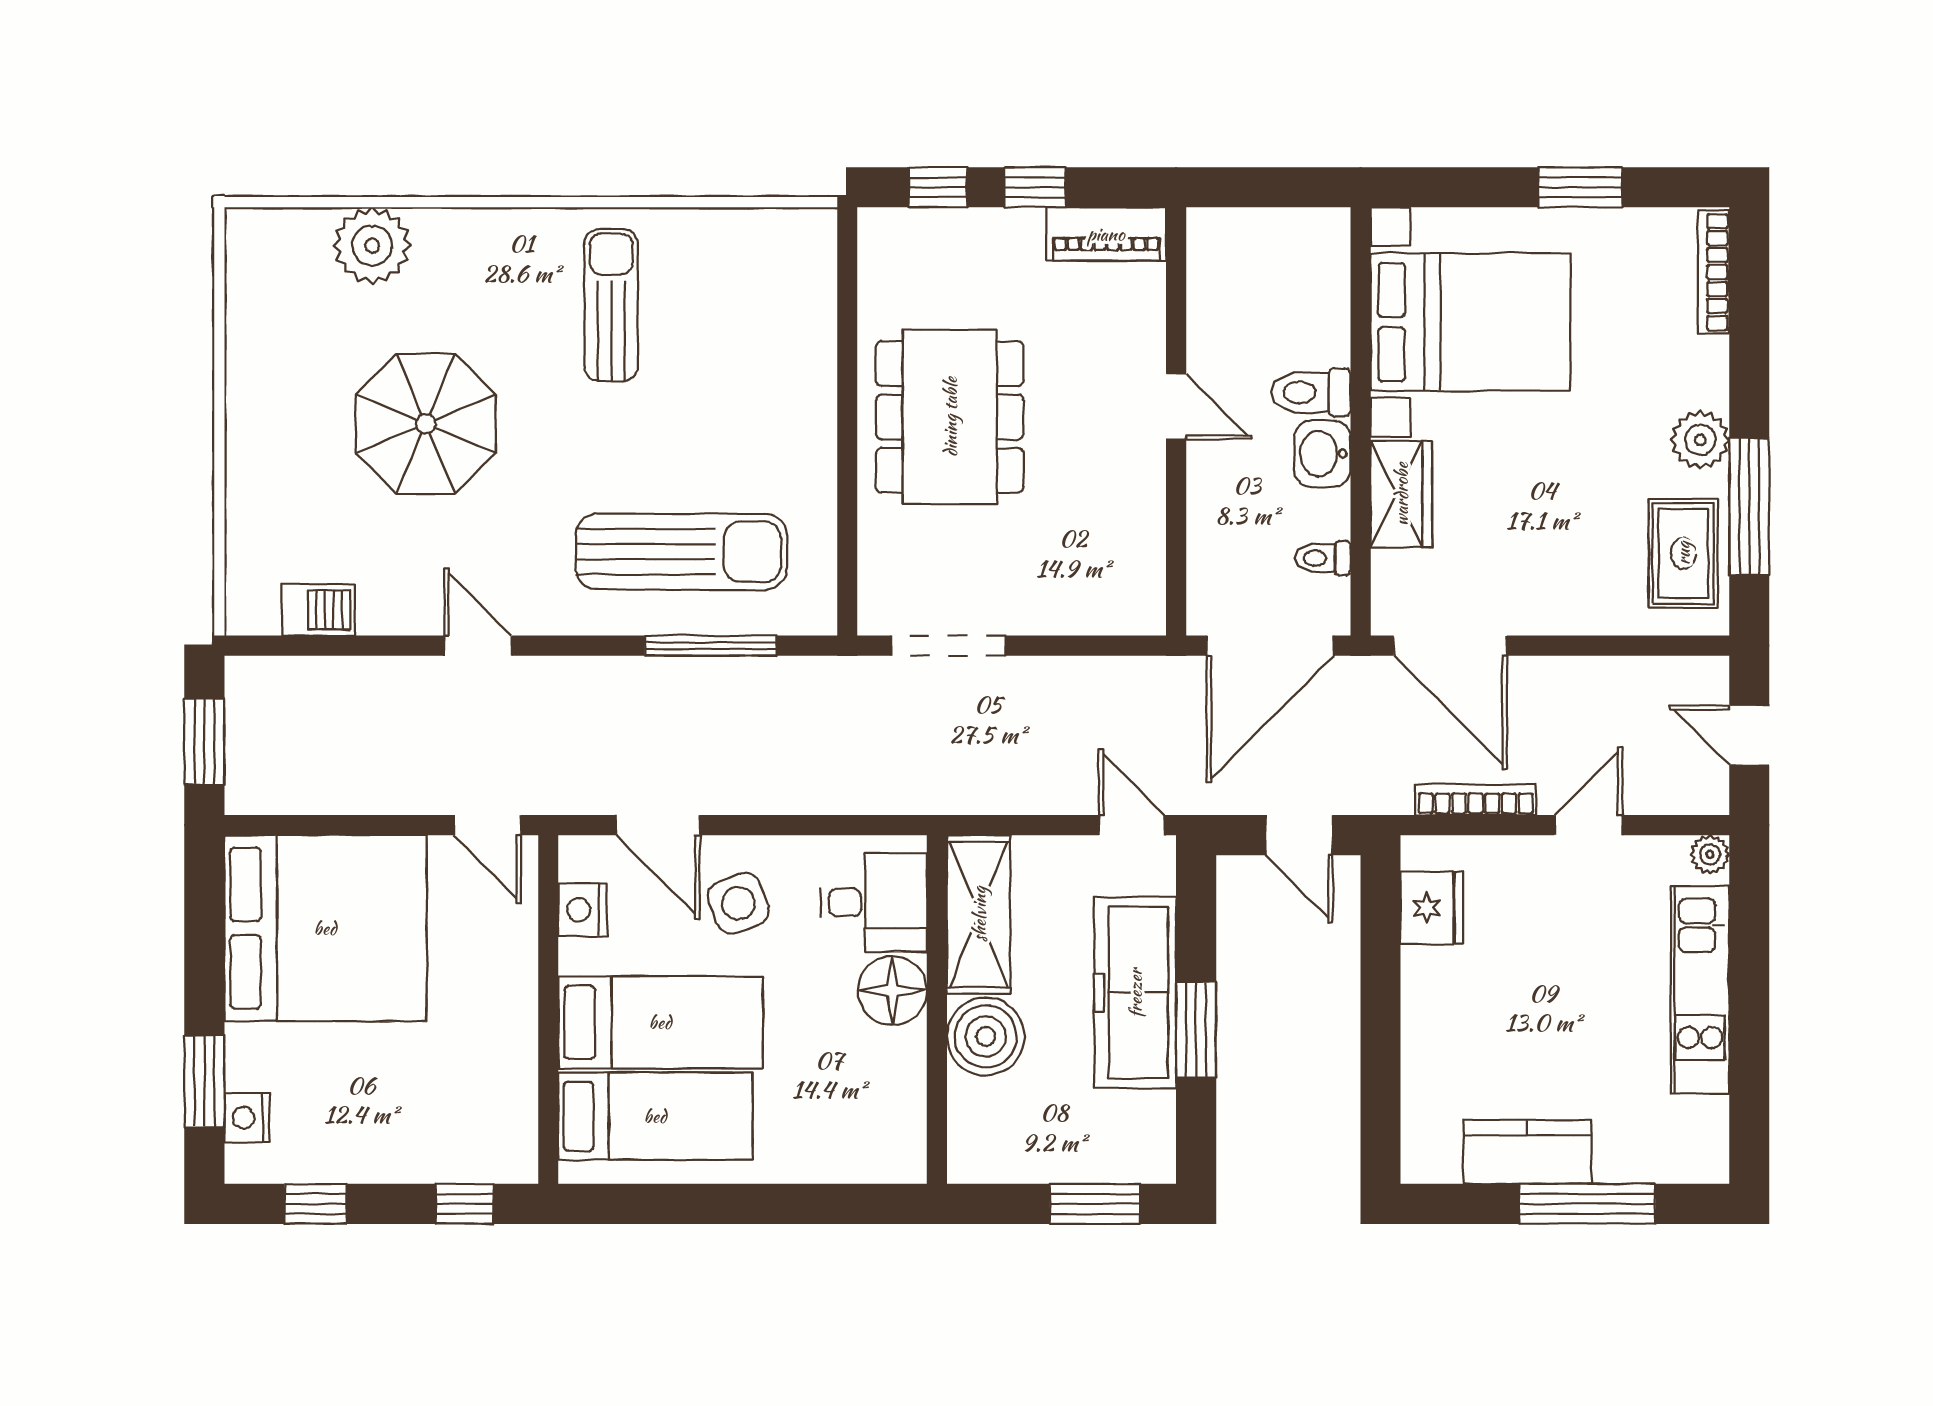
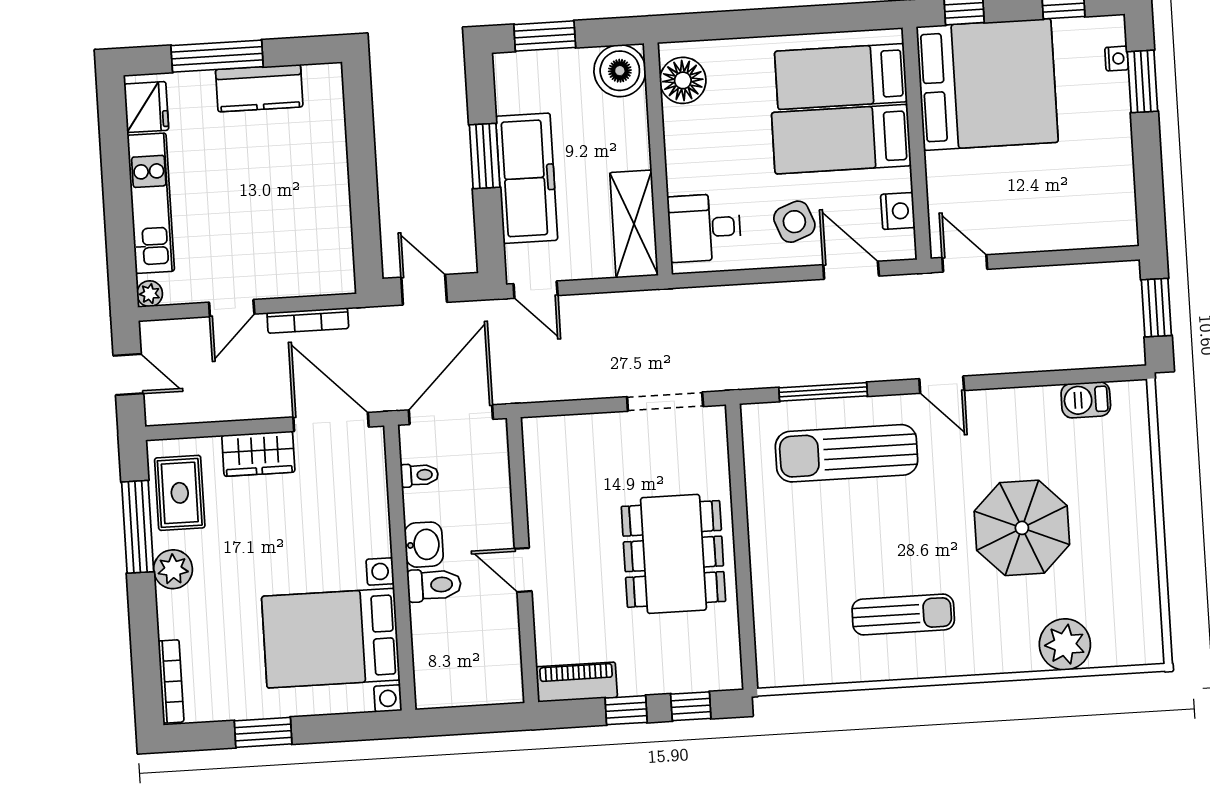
sun lounger: (611, 305) -> (903, 615), turned -90
wardrobe: (1401, 494) -> (258, 454), moved, turned -90
door: (478, 646) -> (942, 385), moved
fridge: (1432, 908) -> (146, 107), moved, turned 180
bed: (325, 928) -> (987, 84), moved, turned 180
floor lamp: (892, 990) -> (683, 80), moved
boiler: (986, 1036) -> (620, 71), moved
nightstand: (247, 1118) -> (1117, 59), width x0.72, depth x0.74

